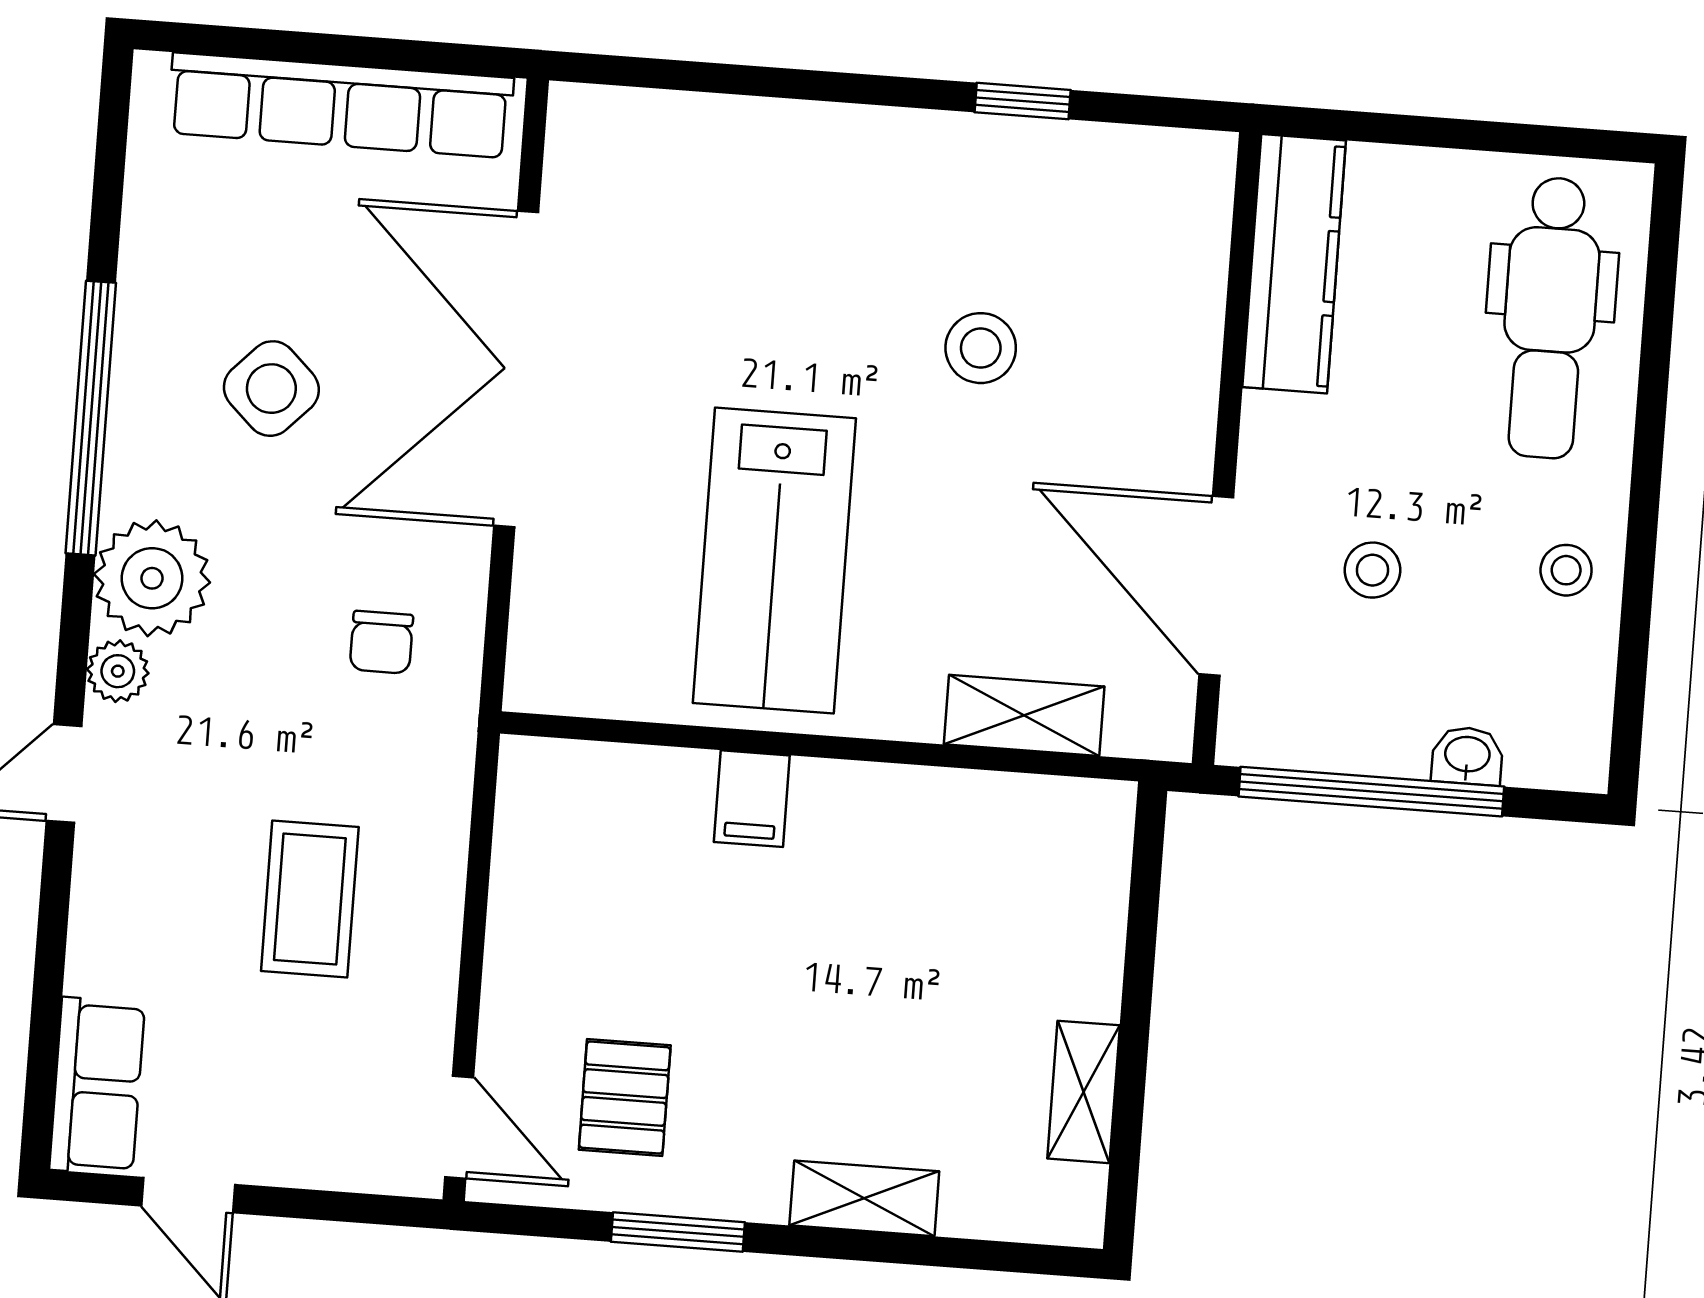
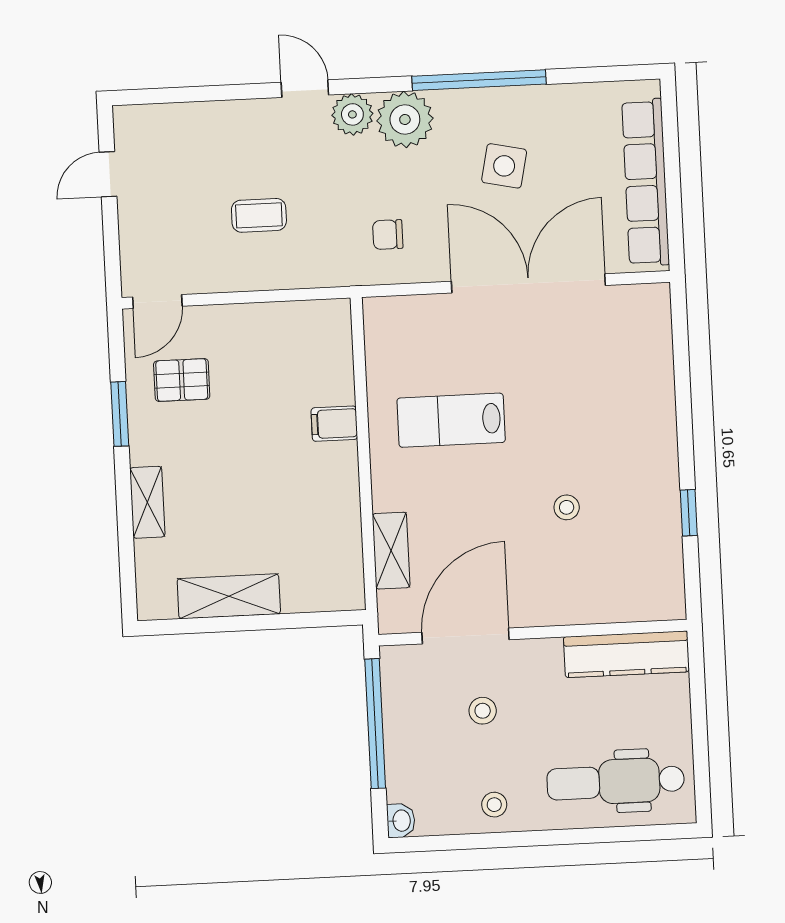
stool: (981, 348) -> (567, 507), width x0.73, depth x0.73
side table: (271, 389) -> (504, 166), turned -32
lab bench: (774, 561) -> (451, 420), width x0.73, depth x0.72
plant: (118, 671) -> (352, 114), width x1.38, depth x1.38
washbasin: (1467, 756) -> (401, 821), moved
coffee table: (310, 899) -> (259, 215), width x0.73, depth x0.77
row of seats: (97, 1086) -> (155, 124), removed
shelving: (1084, 1092) -> (229, 596), width x1.50, depth x1.33

